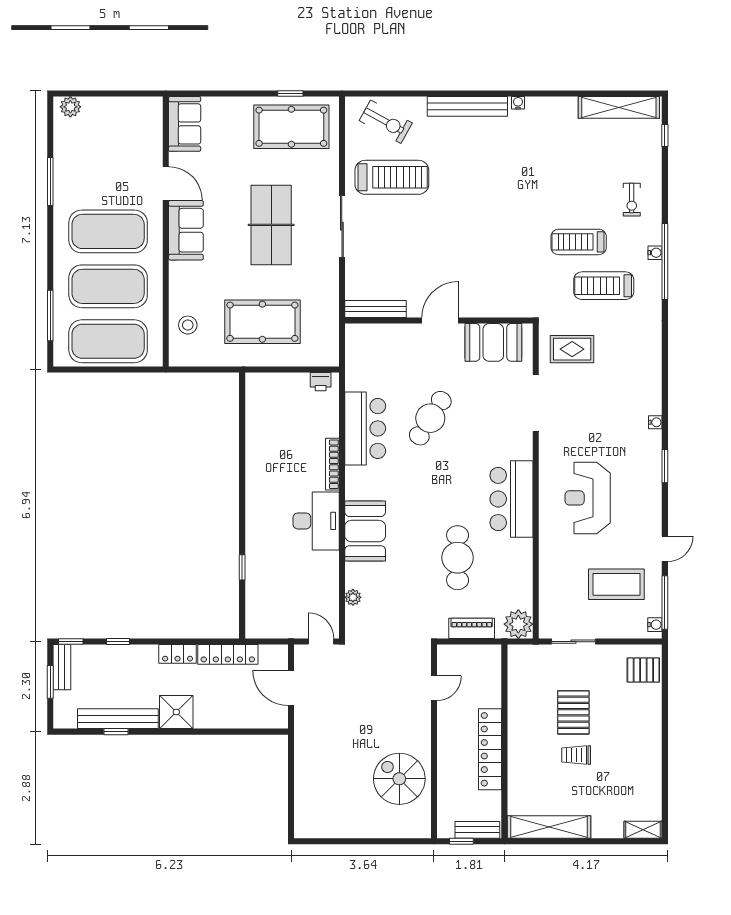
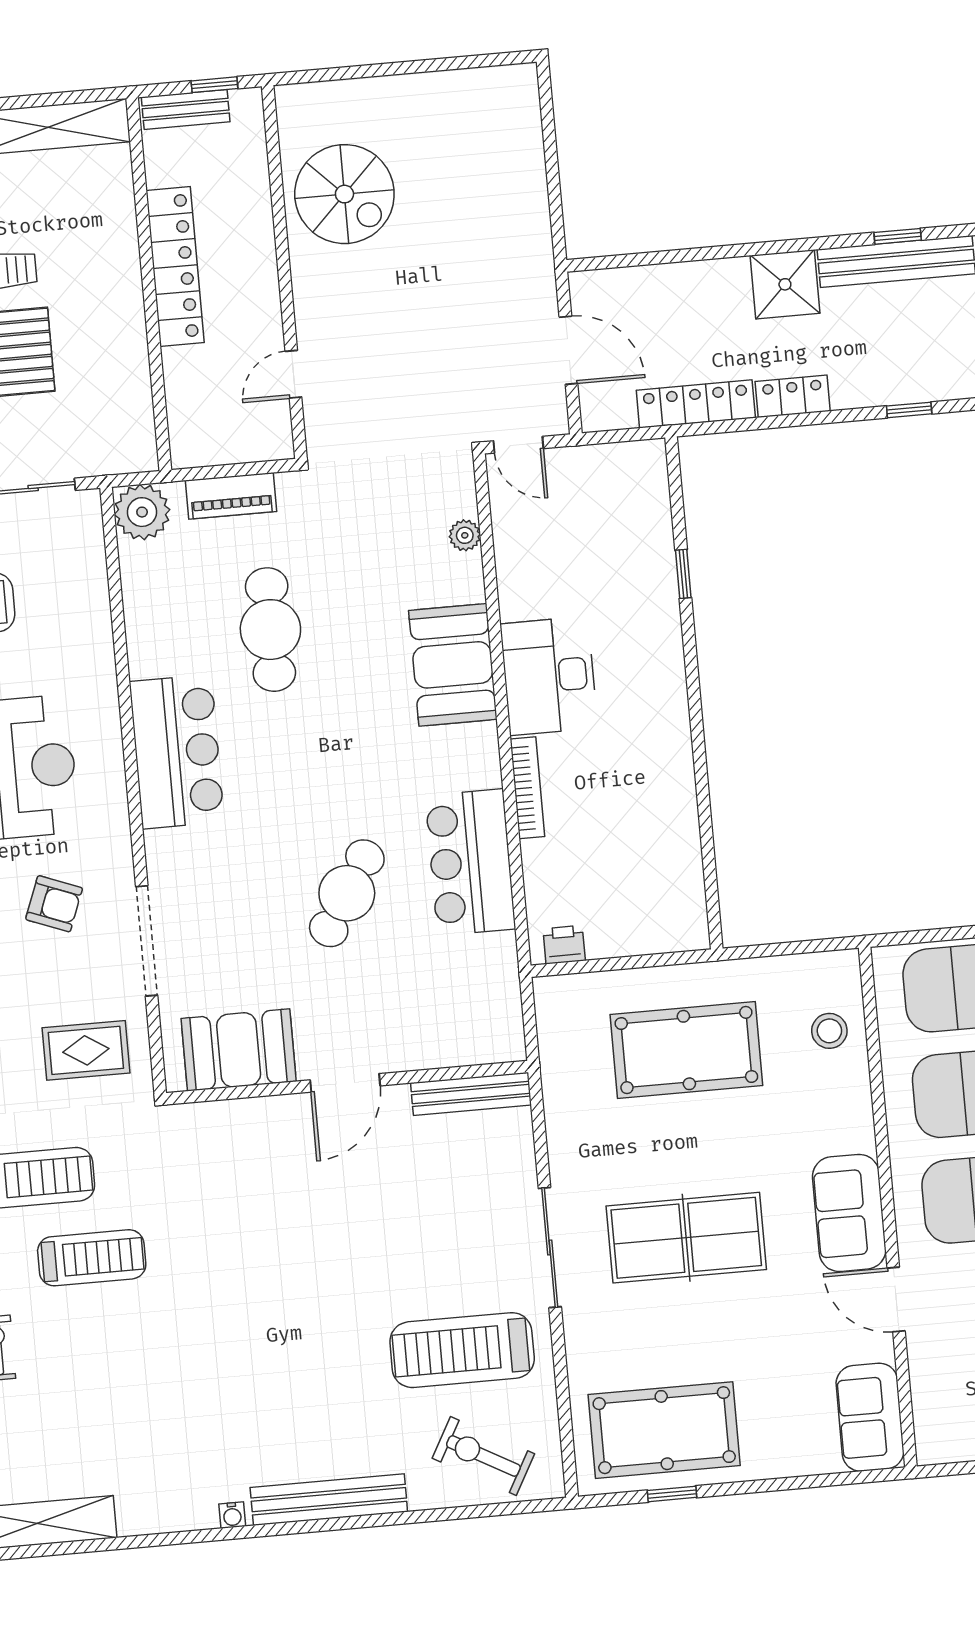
table tennis table: (271, 225) -> (686, 1238), turned 90
armchair: (582, 426) -> (54, 904), added

